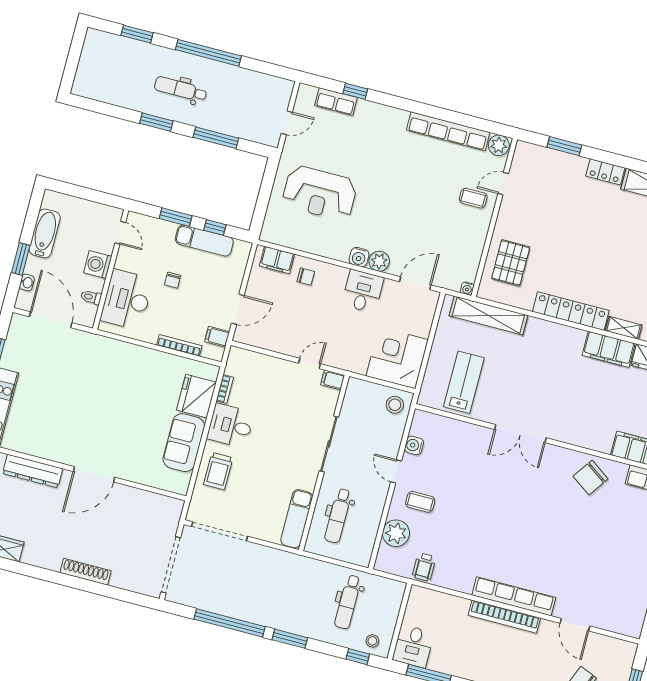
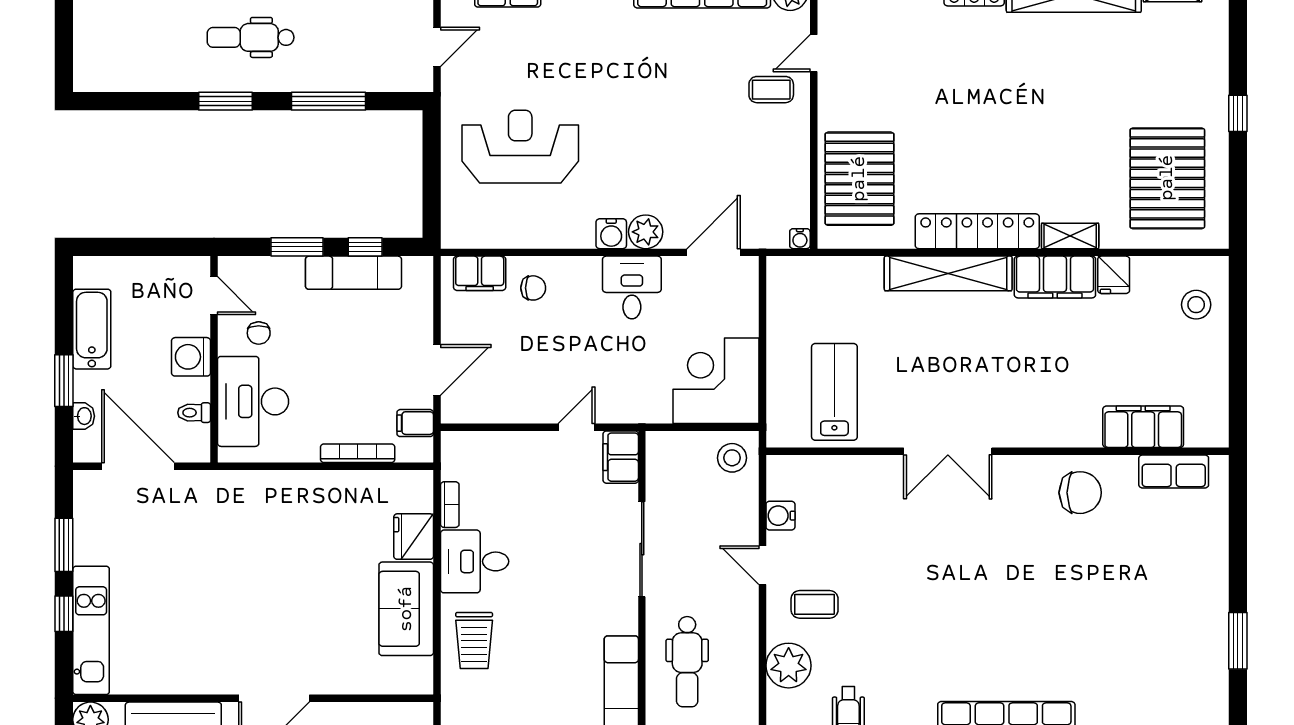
reception desk: (320, 193) -> (520, 147), turned 180
pallet: (511, 263) -> (859, 179), width x1.37, depth x1.41
chair: (173, 280) -> (259, 333), moved
shelving: (488, 316) -> (948, 273), moved
filing cabinet: (333, 380) -> (621, 457), width x2.00
fridge: (196, 396) -> (414, 537), width x0.73, depth x0.75
chair: (591, 478) -> (1080, 493), turned -125

